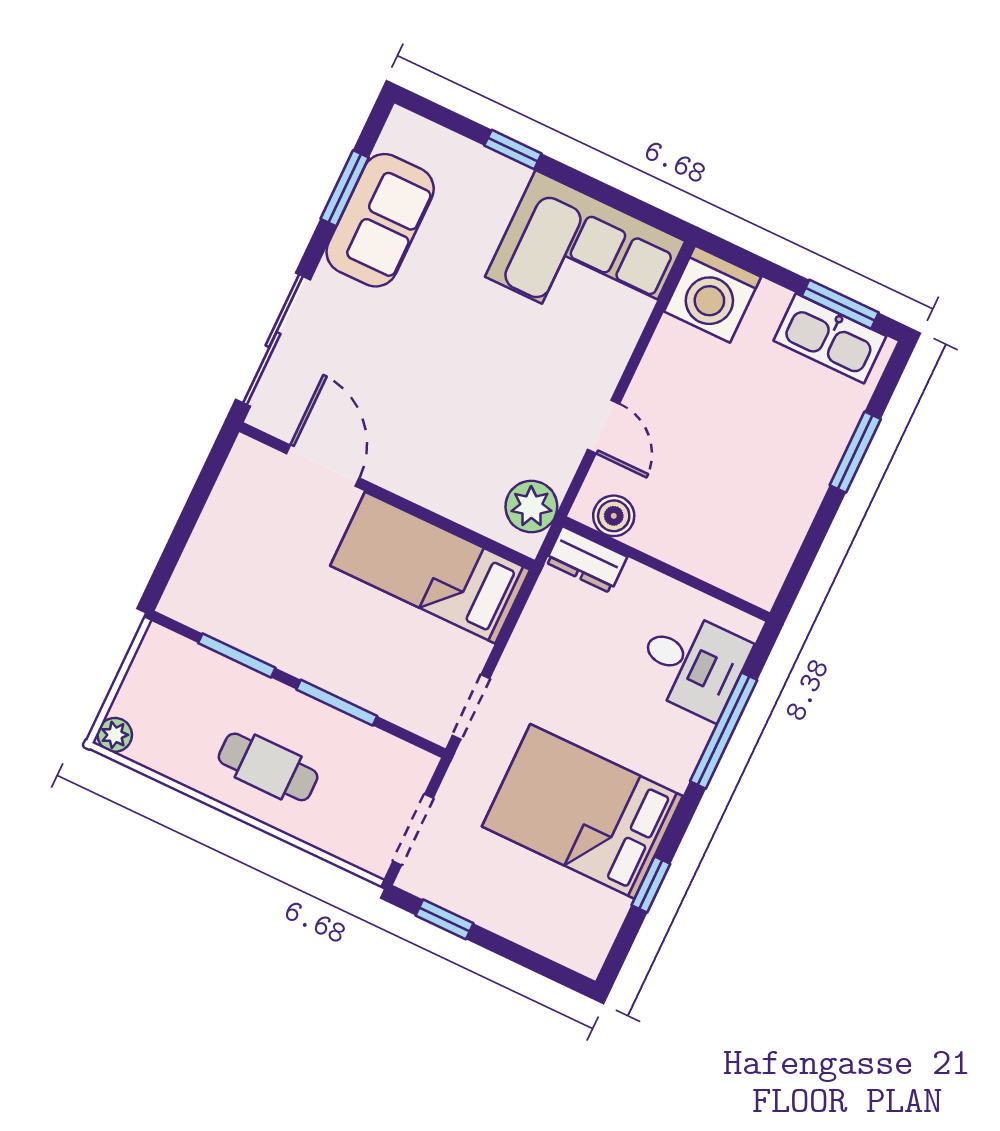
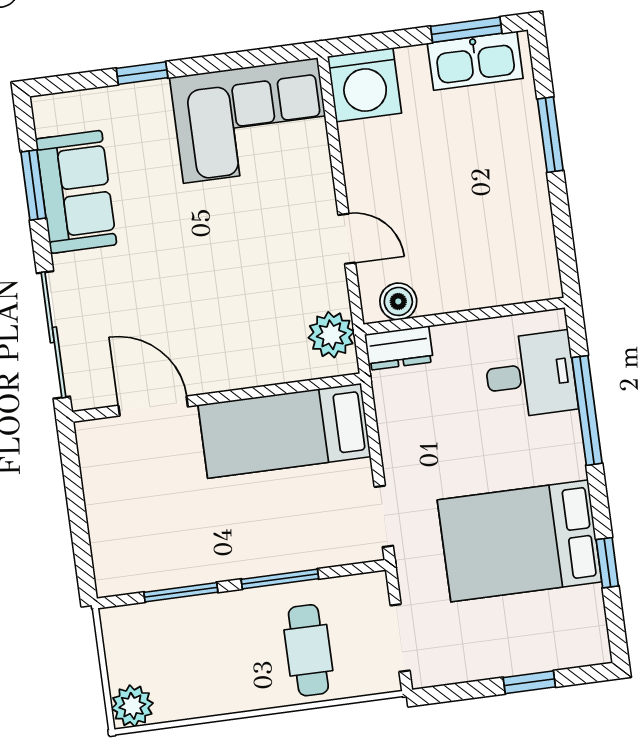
plant: (115, 735) -> (132, 706), width x1.38, depth x1.38
cafe table: (268, 767) -> (308, 650), moved, turned 90
window: (445, 919) -> (529, 682), moved

